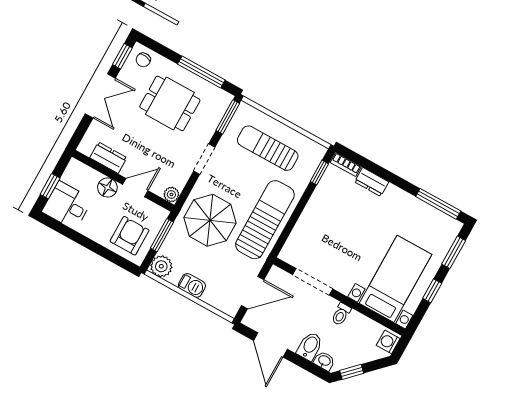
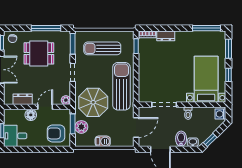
armchair: (130, 236) -> (56, 133), turned -90
plant: (161, 266) -> (81, 127), moved

